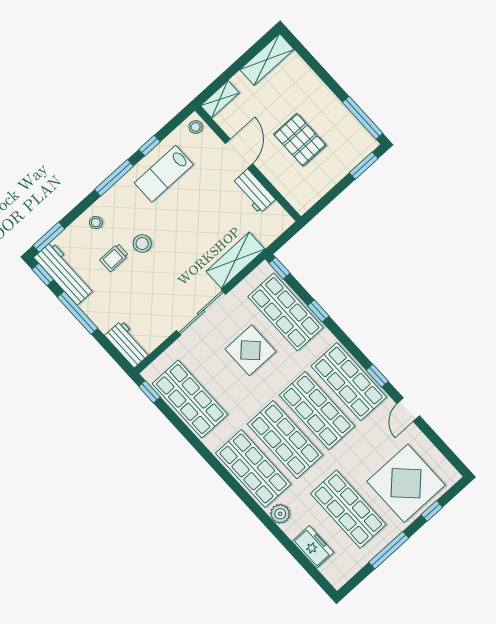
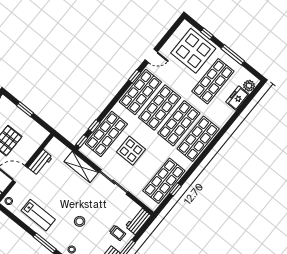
window: (149, 146) -> (23, 226), removed
window: (364, 166) -> (25, 109), moved
trolley: (114, 258) -> (117, 233), moved
window: (318, 311) -> (94, 126), moved
window: (149, 392) -> (175, 189), moved
plant: (280, 514) -> (249, 86), moved

